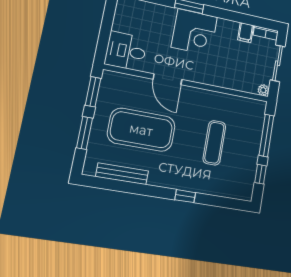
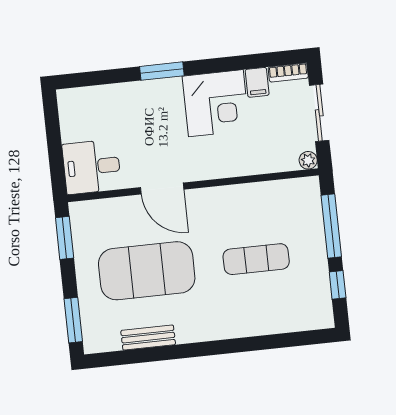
corner desk: (194, 32) -> (216, 103), moved
window: (84, 133) -> (73, 320), moved
exercise mat: (214, 143) -> (256, 259), turned 90
bench: (122, 174) -> (148, 338), width x0.73
window: (185, 196) -> (236, 345), removed

